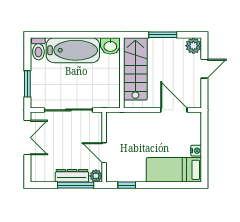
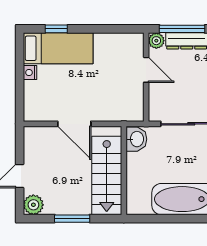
washbasin: (110, 46) -> (136, 139), moved, turned 90
door: (174, 110) -> (74, 124), moved
window: (127, 185) -> (56, 29), moved

